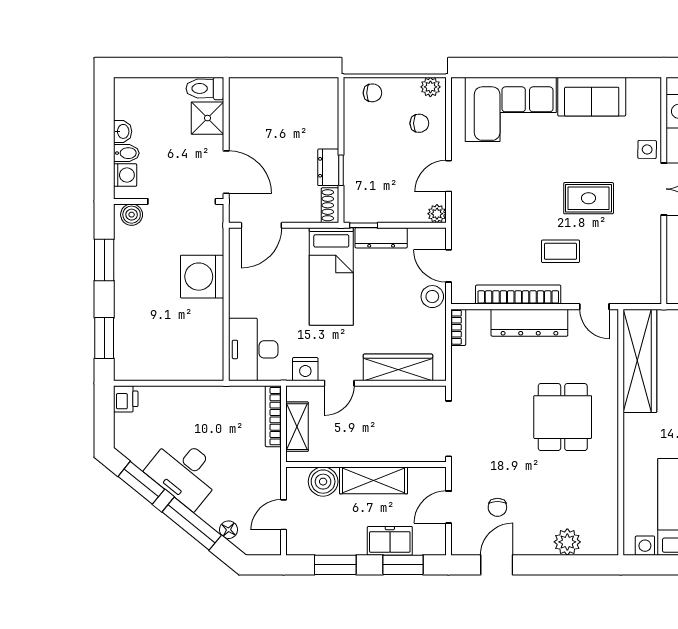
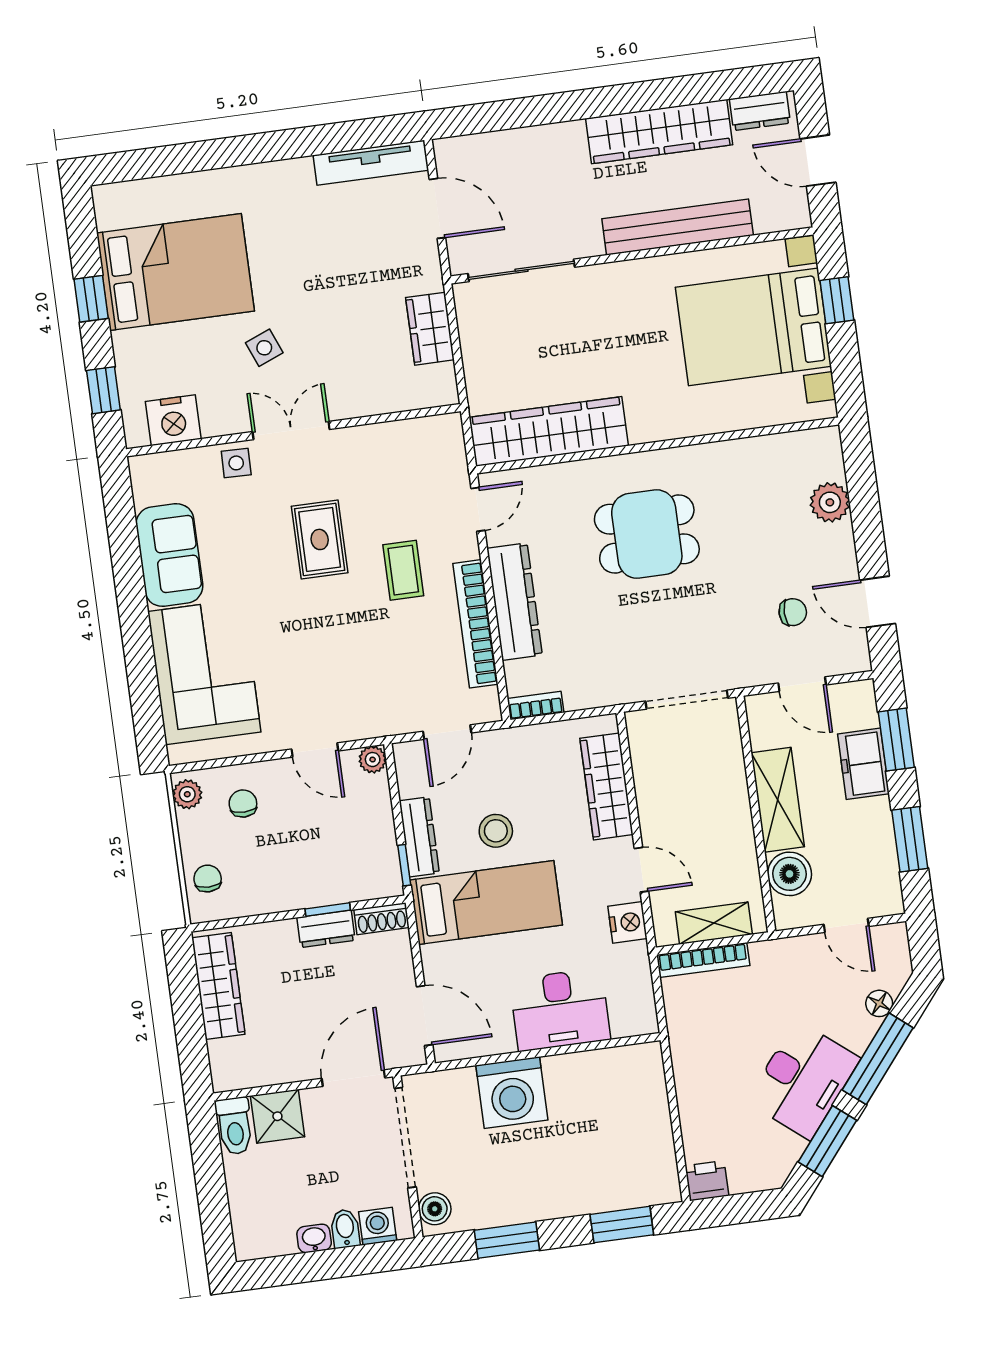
wardrobe: (300, 90) -> (218, 986), added
stool: (432, 297) -> (496, 831), moved
desk: (253, 349) -> (560, 1010), moved

